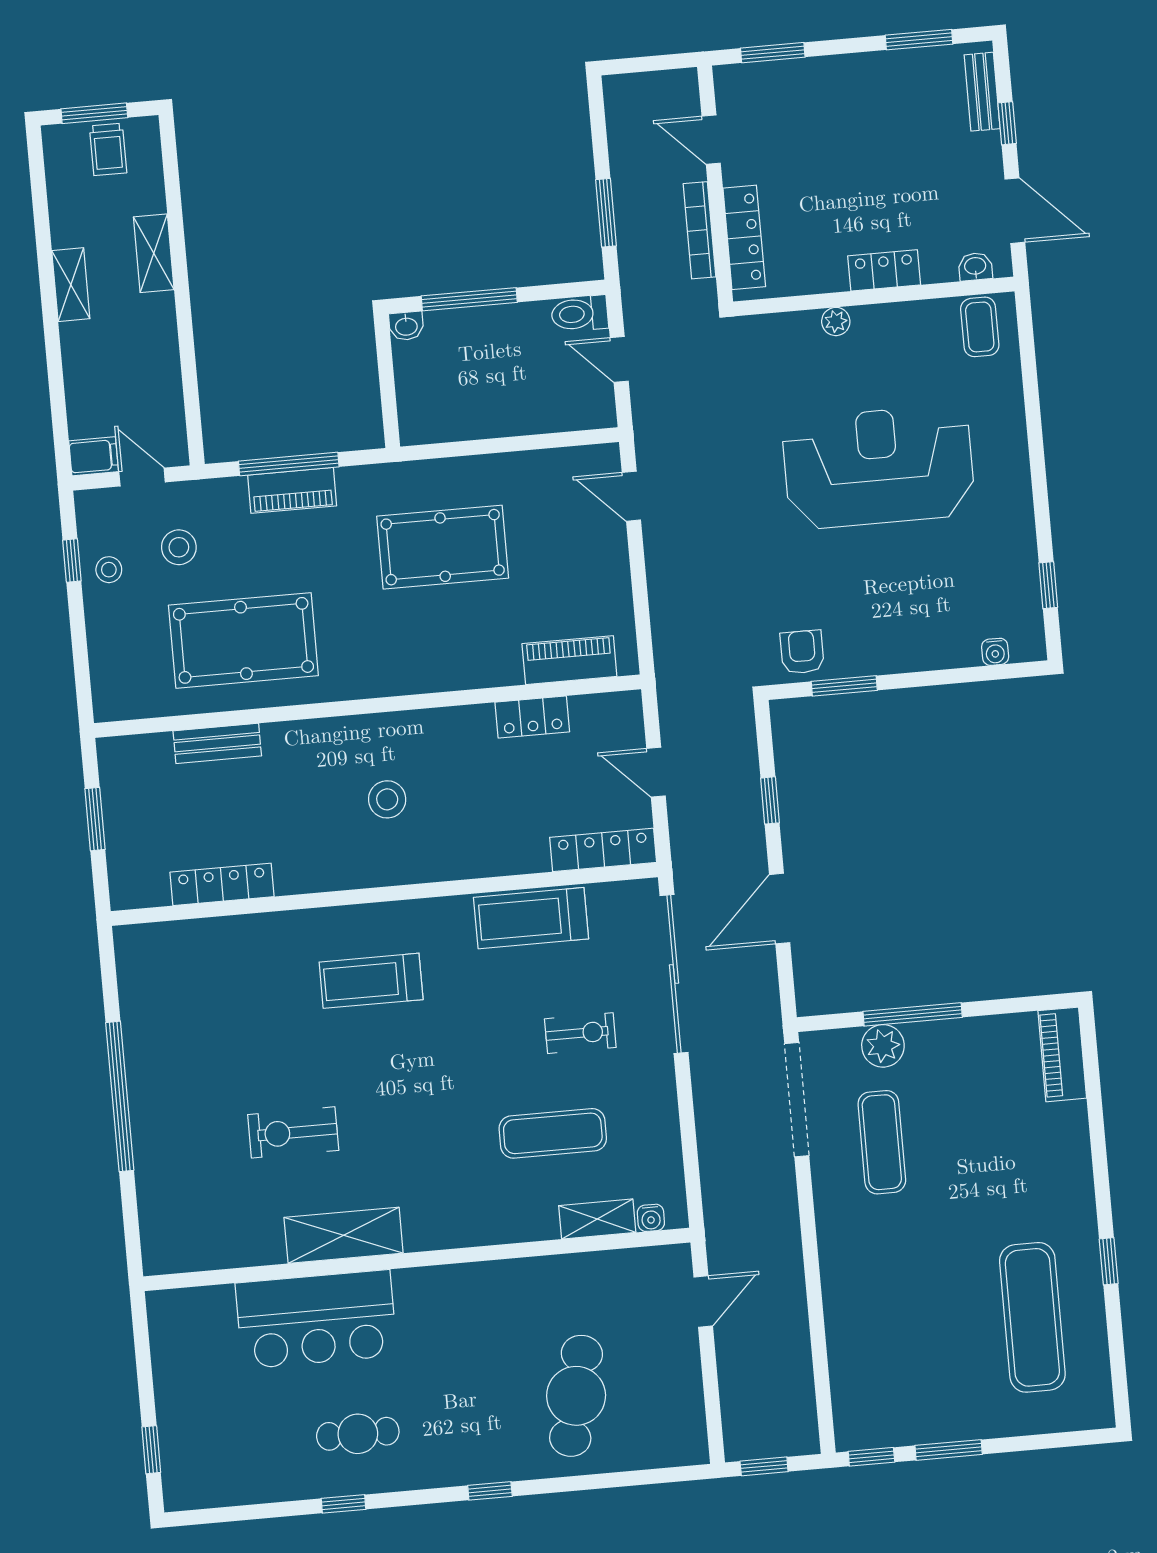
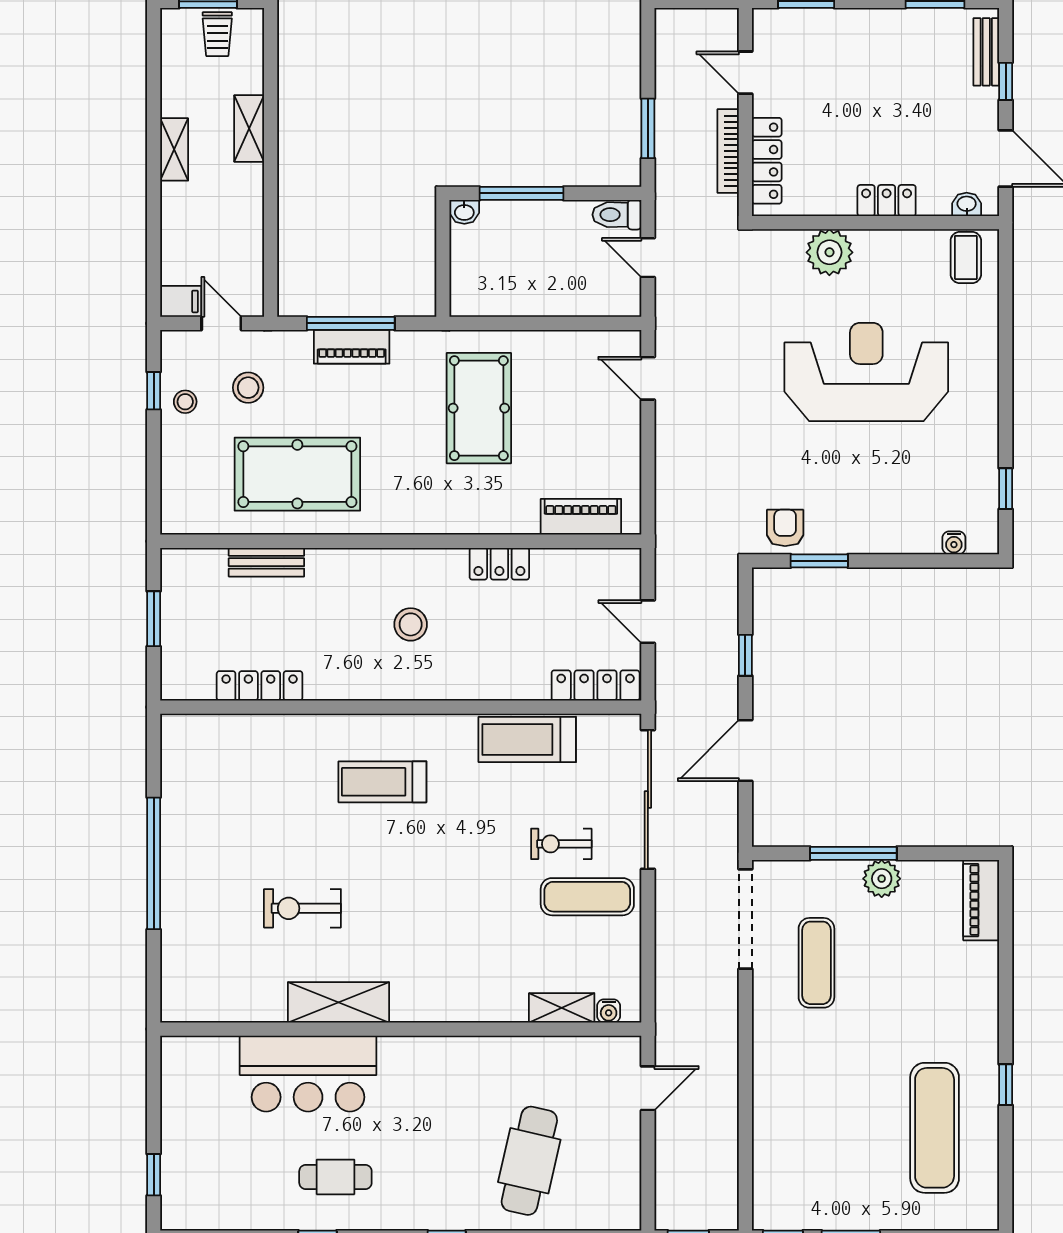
plant: (836, 321) -> (829, 252), width x1.88, depth x1.88
pool table: (443, 547) -> (479, 408), turned 90
locker: (532, 717) -> (499, 564), moved
exercise bike: (580, 1033) -> (561, 844), turned 180
plant: (883, 1046) -> (882, 879), moved
exercise mat: (553, 1133) -> (587, 897), moved

